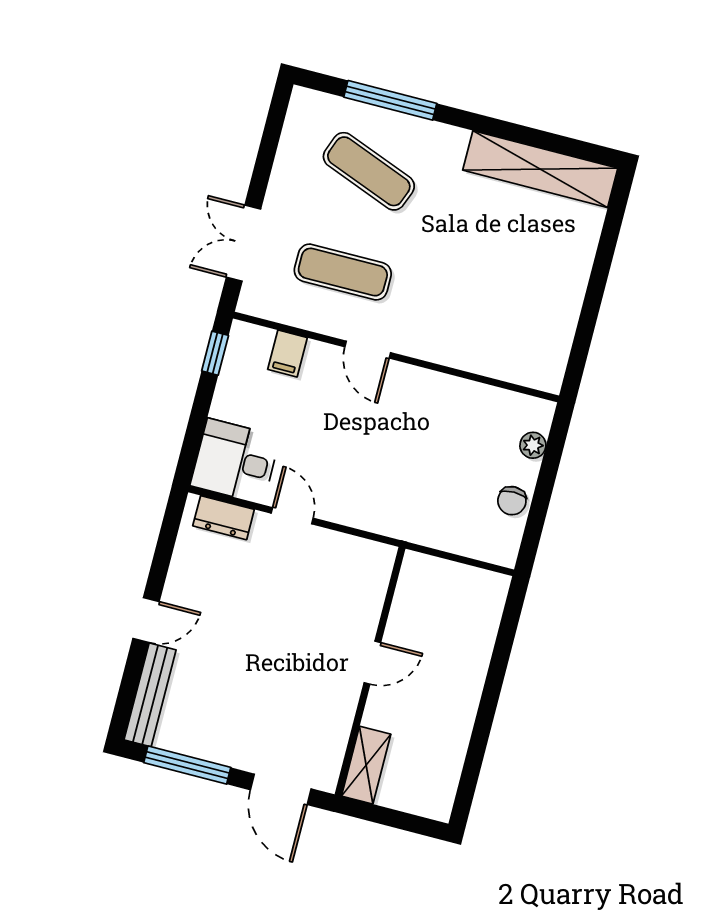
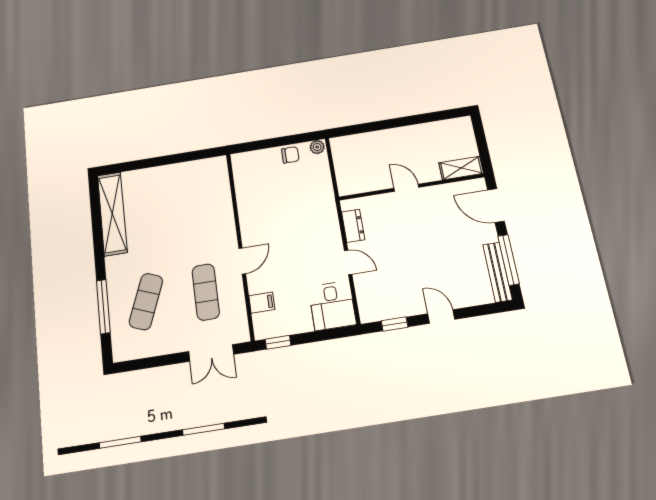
plant: (533, 445) -> (317, 147), moved
door: (292, 516) -> (348, 262), swing flipped
dresser: (224, 518) -> (353, 226), moved
window: (166, 544) -> (395, 324), added
bench: (150, 695) -> (497, 272), moved, turned 90
door: (281, 789) -> (496, 206), swing flipped

